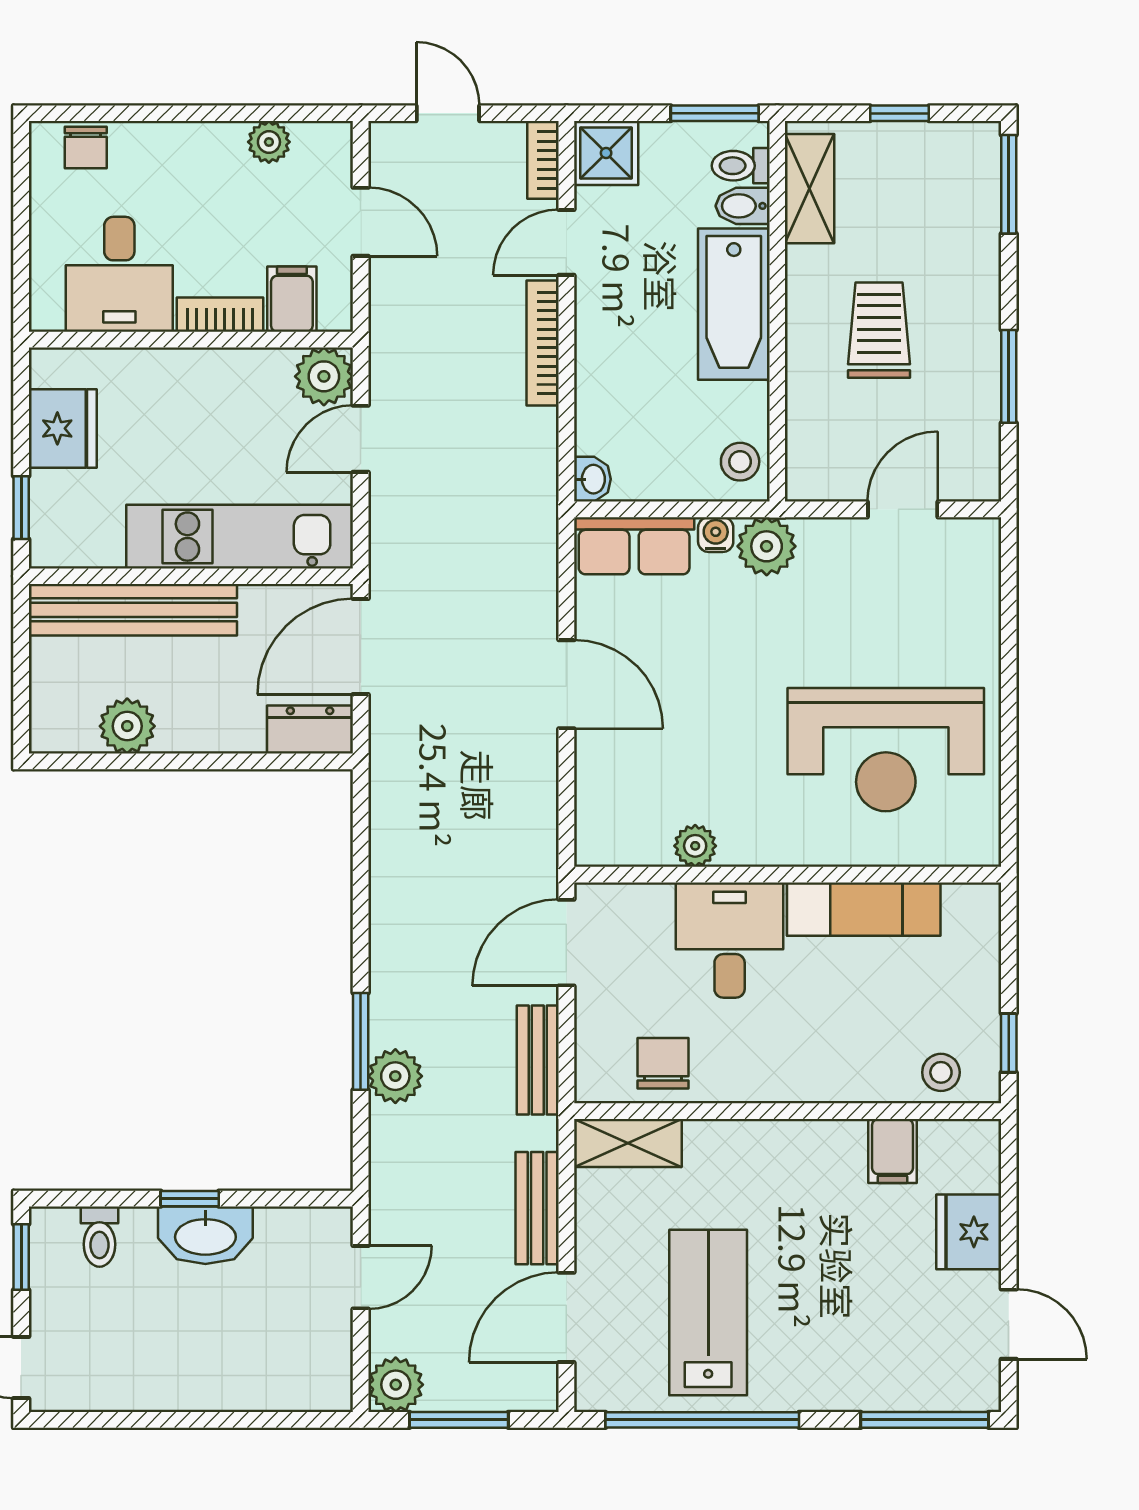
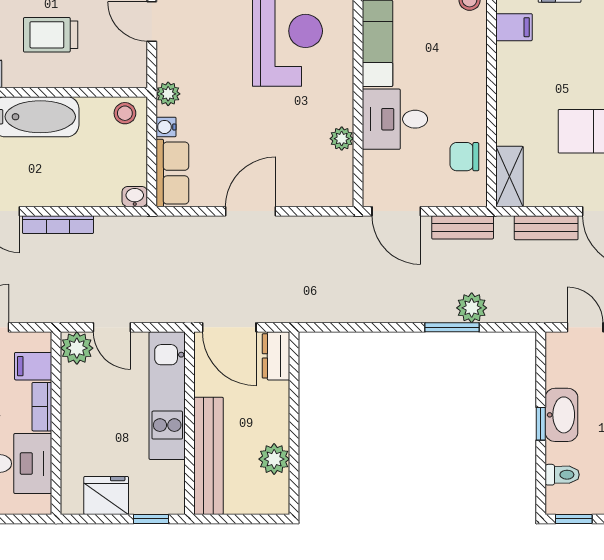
plant: (767, 546) -> (168, 94), width x0.73, depth x0.73

